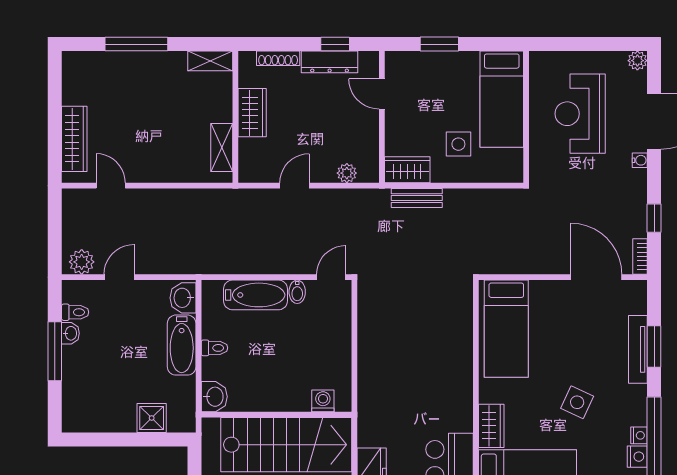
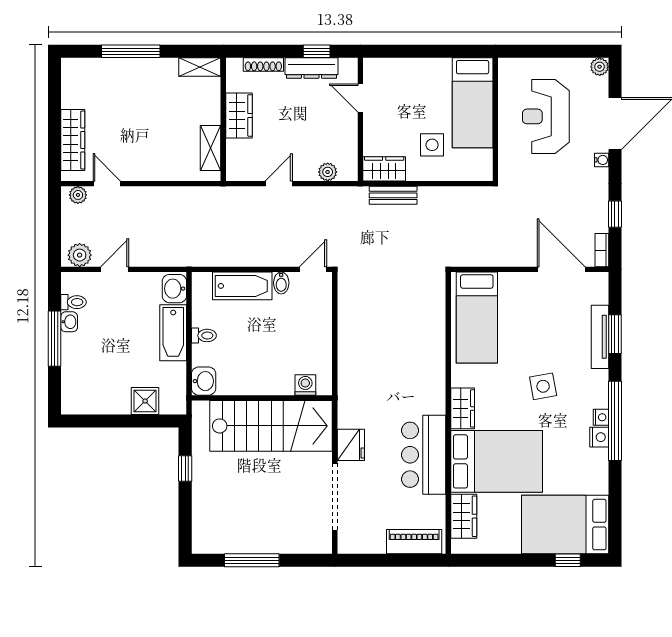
window: (439, 44) -> (414, 51), removed
plant: (80, 198) -> (78, 195), added
side table: (577, 402) -> (543, 386), turned -35

